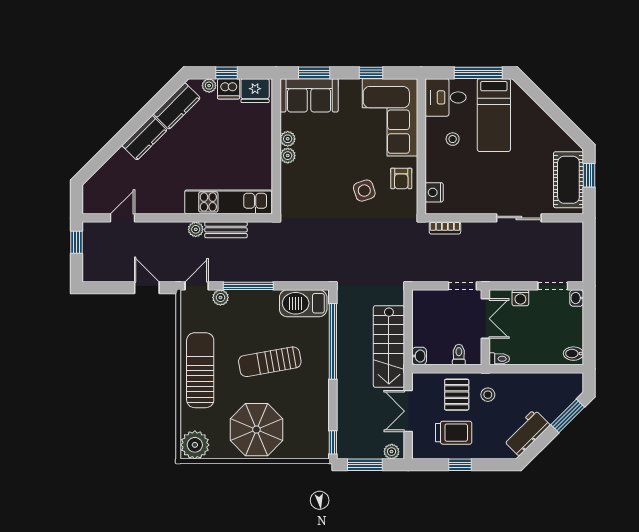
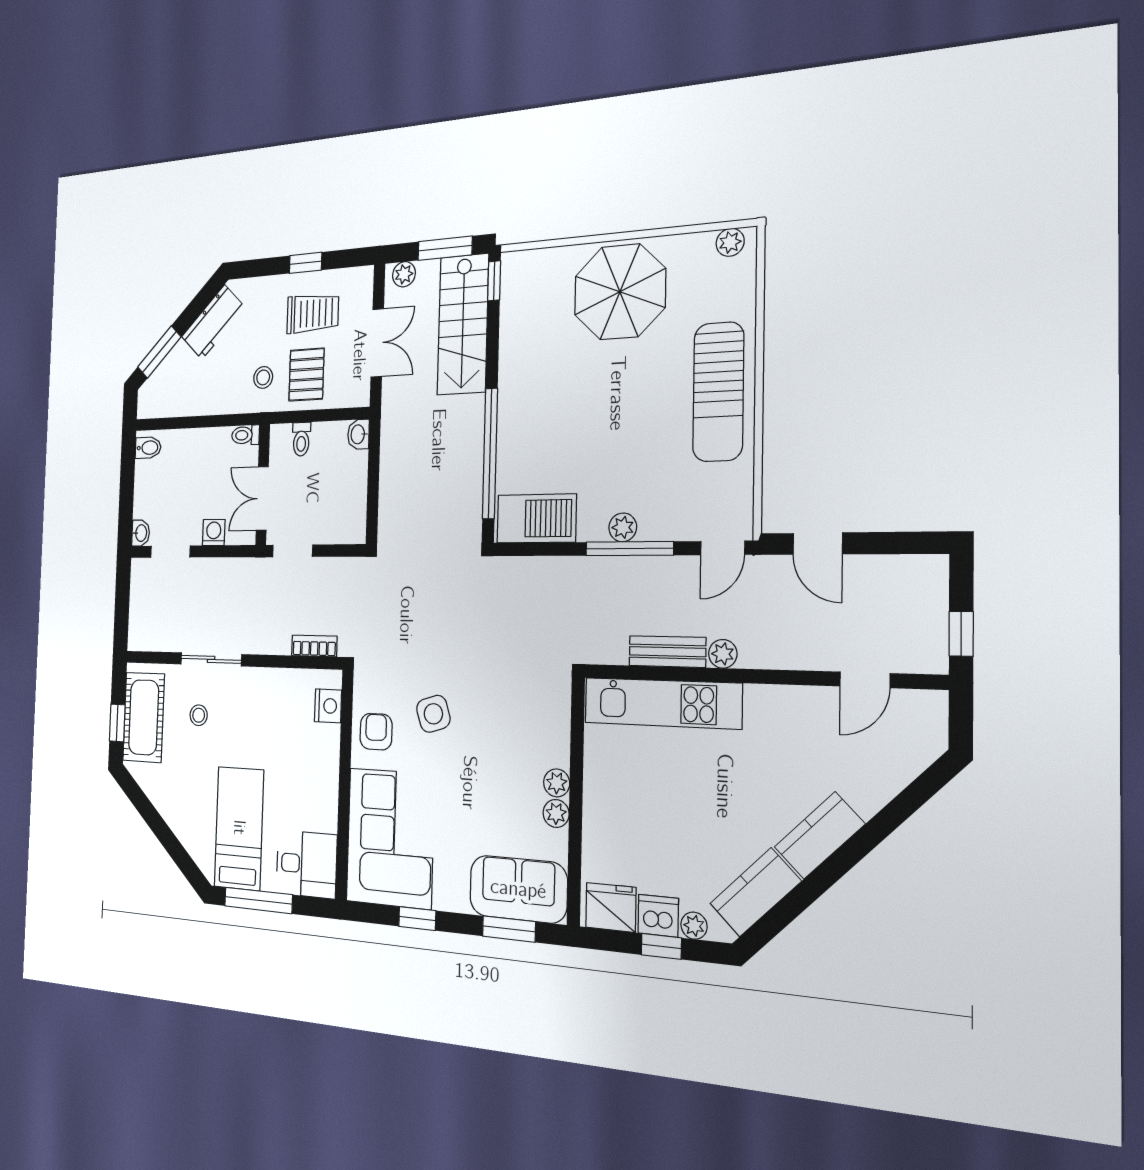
stool: (453, 139) -> (199, 715), moved
plant: (220, 298) -> (623, 527), moved
stairs: (389, 347) -> (463, 324), moved, turned 180
sun lounger: (270, 362) -> (595, 413), removed
trolley: (454, 433) -> (313, 313), turned 180
plant: (195, 445) -> (730, 242), width x0.53, depth x0.53

